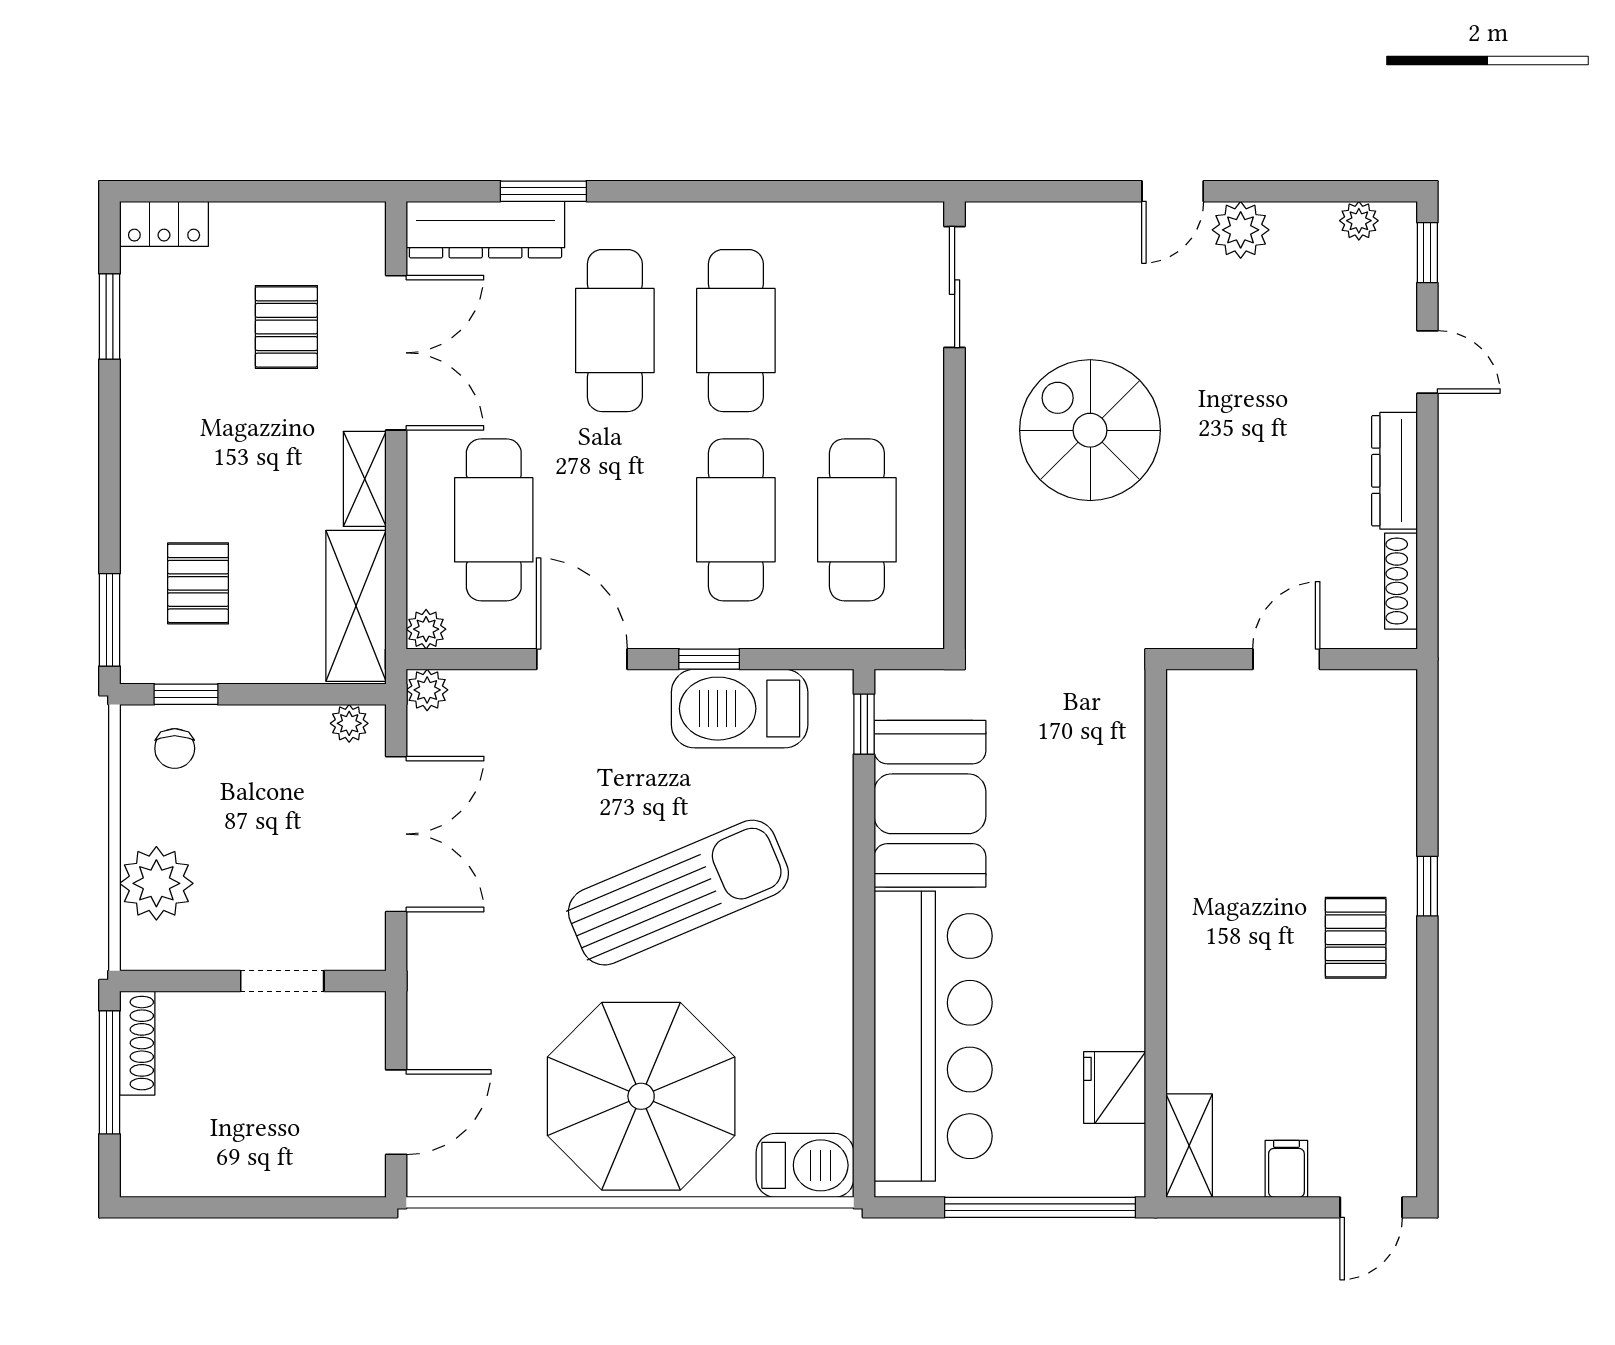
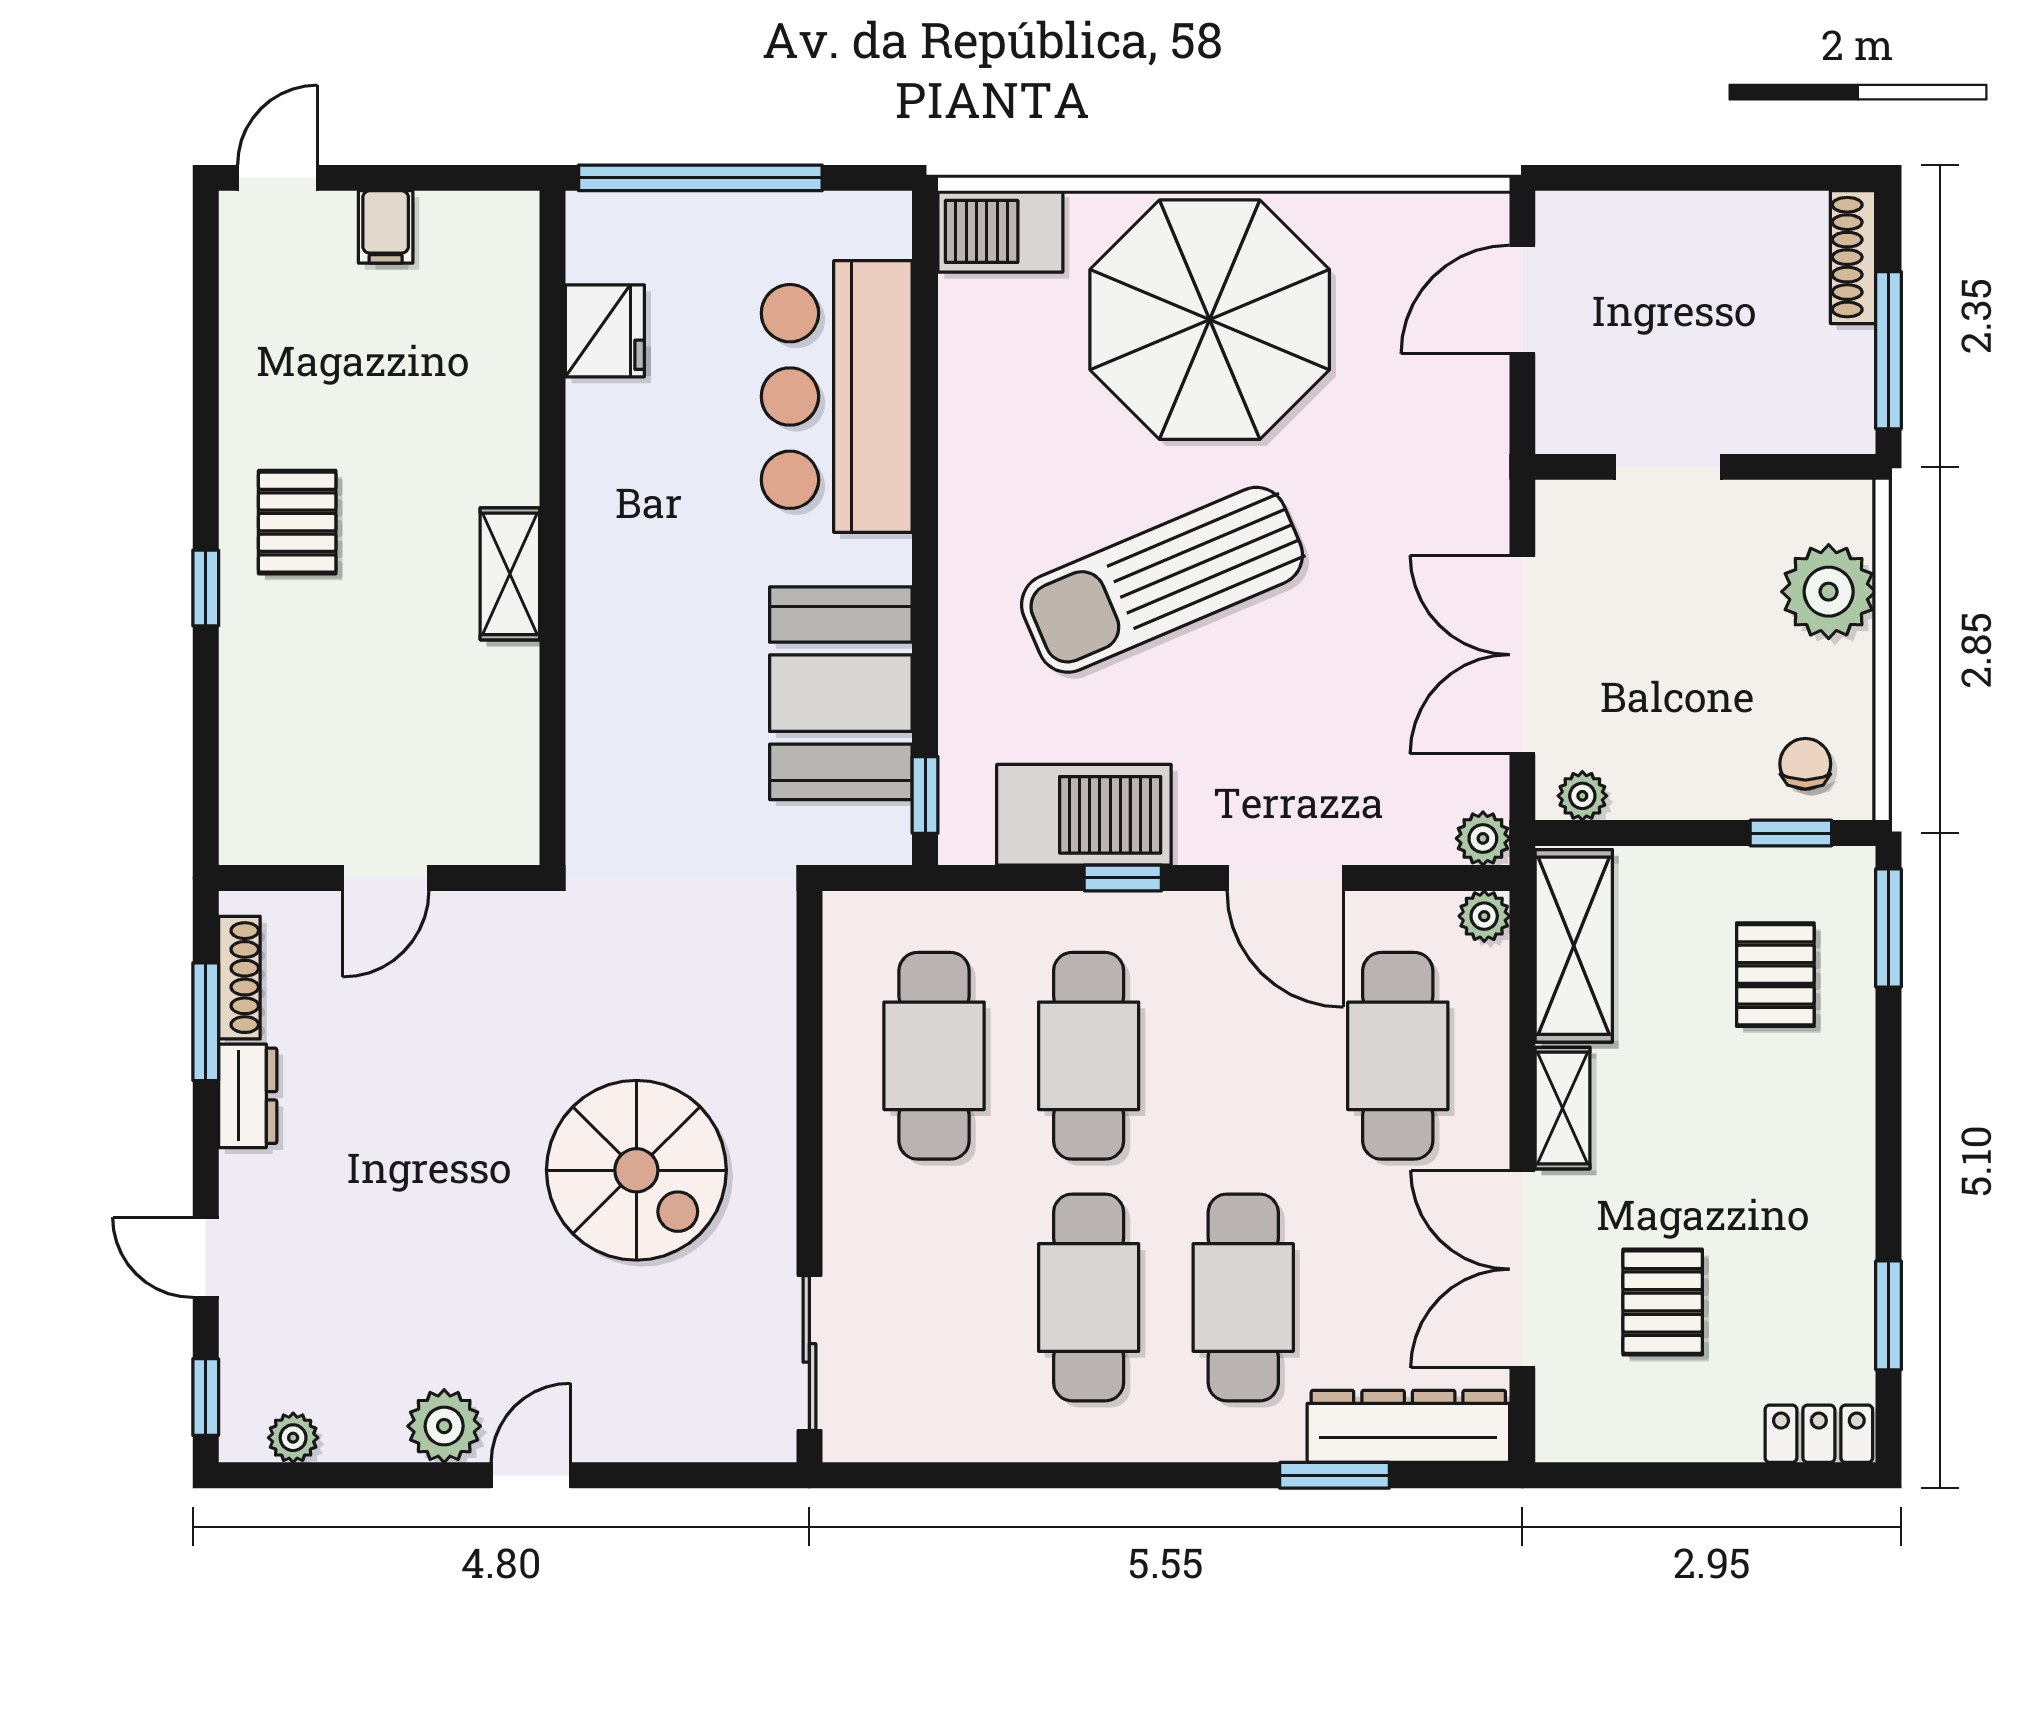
dresser: (1394, 471) -> (248, 1096), width x0.70
window: (1427, 546) -> (206, 1022), added
bar counter: (933, 1036) -> (837, 396), width x0.73
shoe rack: (137, 1043) -> (1853, 257), moved
shelving: (1189, 1146) -> (510, 574), moved

